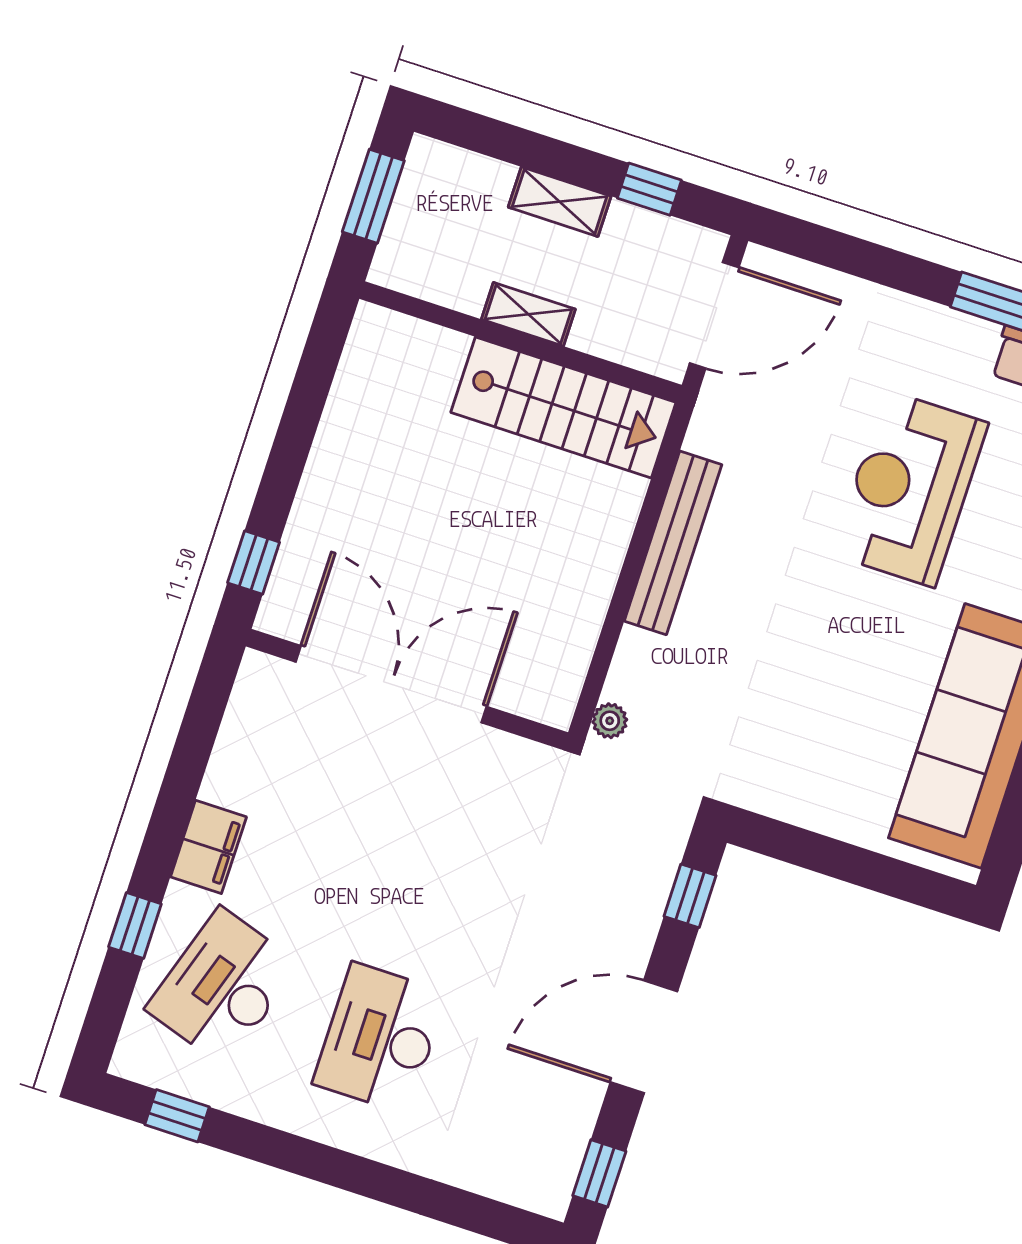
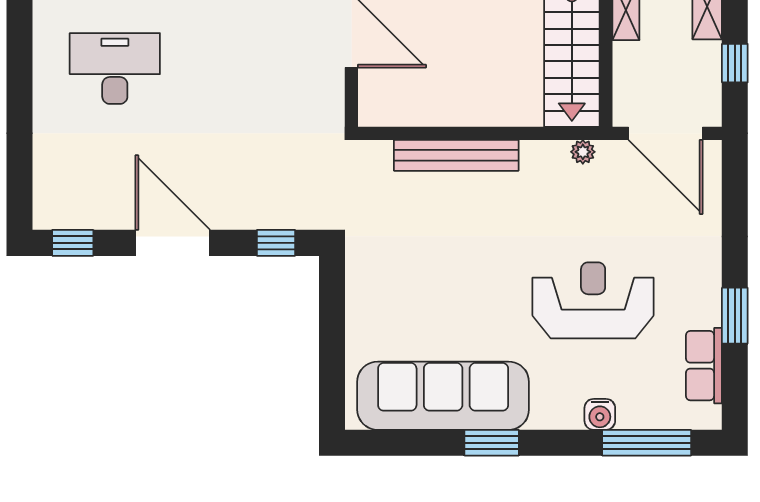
bench: (673, 543) -> (456, 155), moved
plant: (610, 721) -> (583, 152), moved

